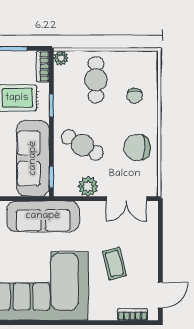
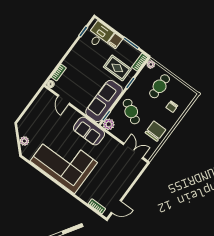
chair: (137, 147) -> (155, 131), turned 90
plant: (88, 186) -> (109, 124), moved
double door: (126, 199) -> (133, 151), swing flipped
sofa: (43, 216) -> (89, 131), width x0.73
coffee table: (114, 264) -> (106, 177), removed

